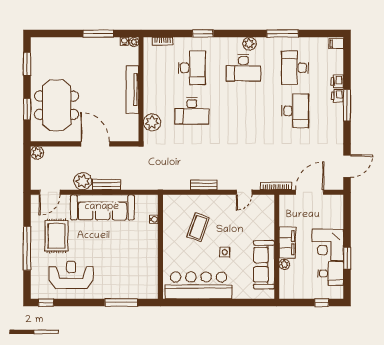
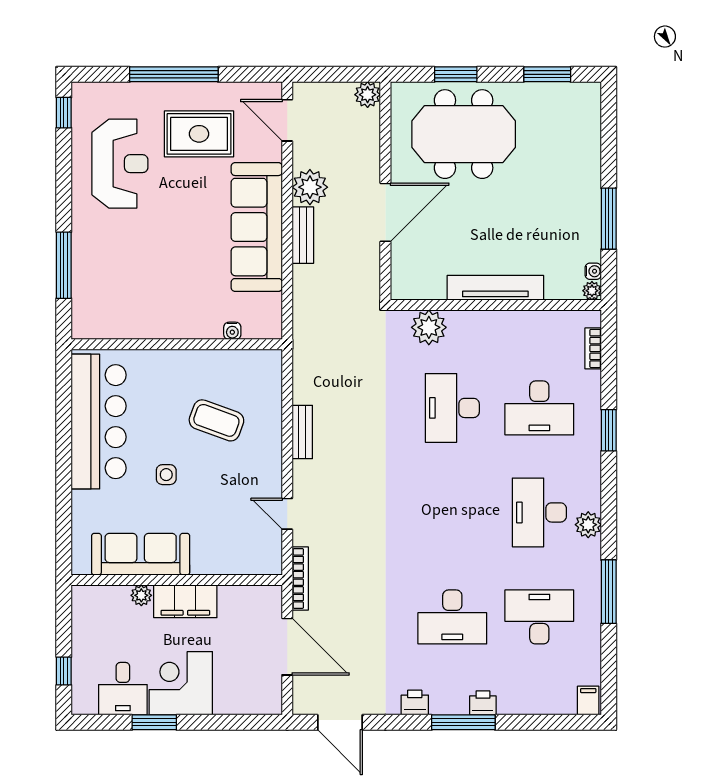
printer: (337, 81) -> (415, 703), moved

